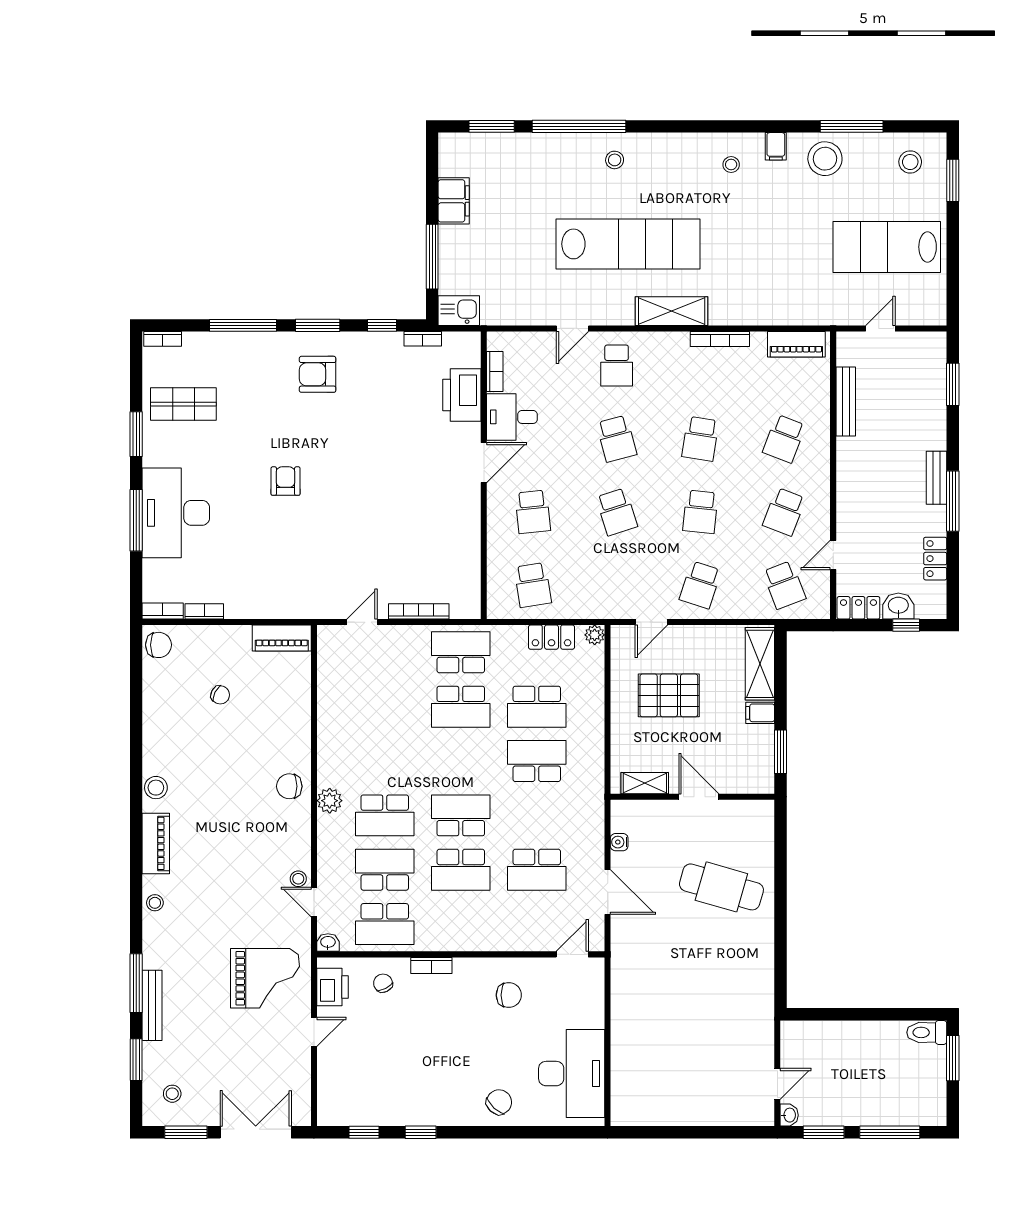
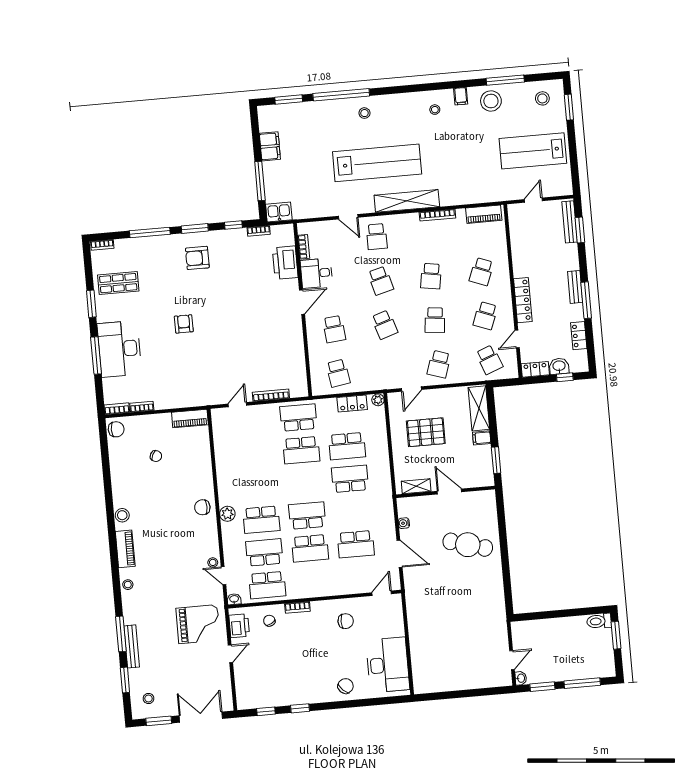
shelving: (672, 311) -> (407, 201), width x1.47
door: (572, 328) -> (348, 217), hinge flipped
bench: (846, 402) -> (570, 222), moved
locker: (848, 492) -> (523, 300), added

